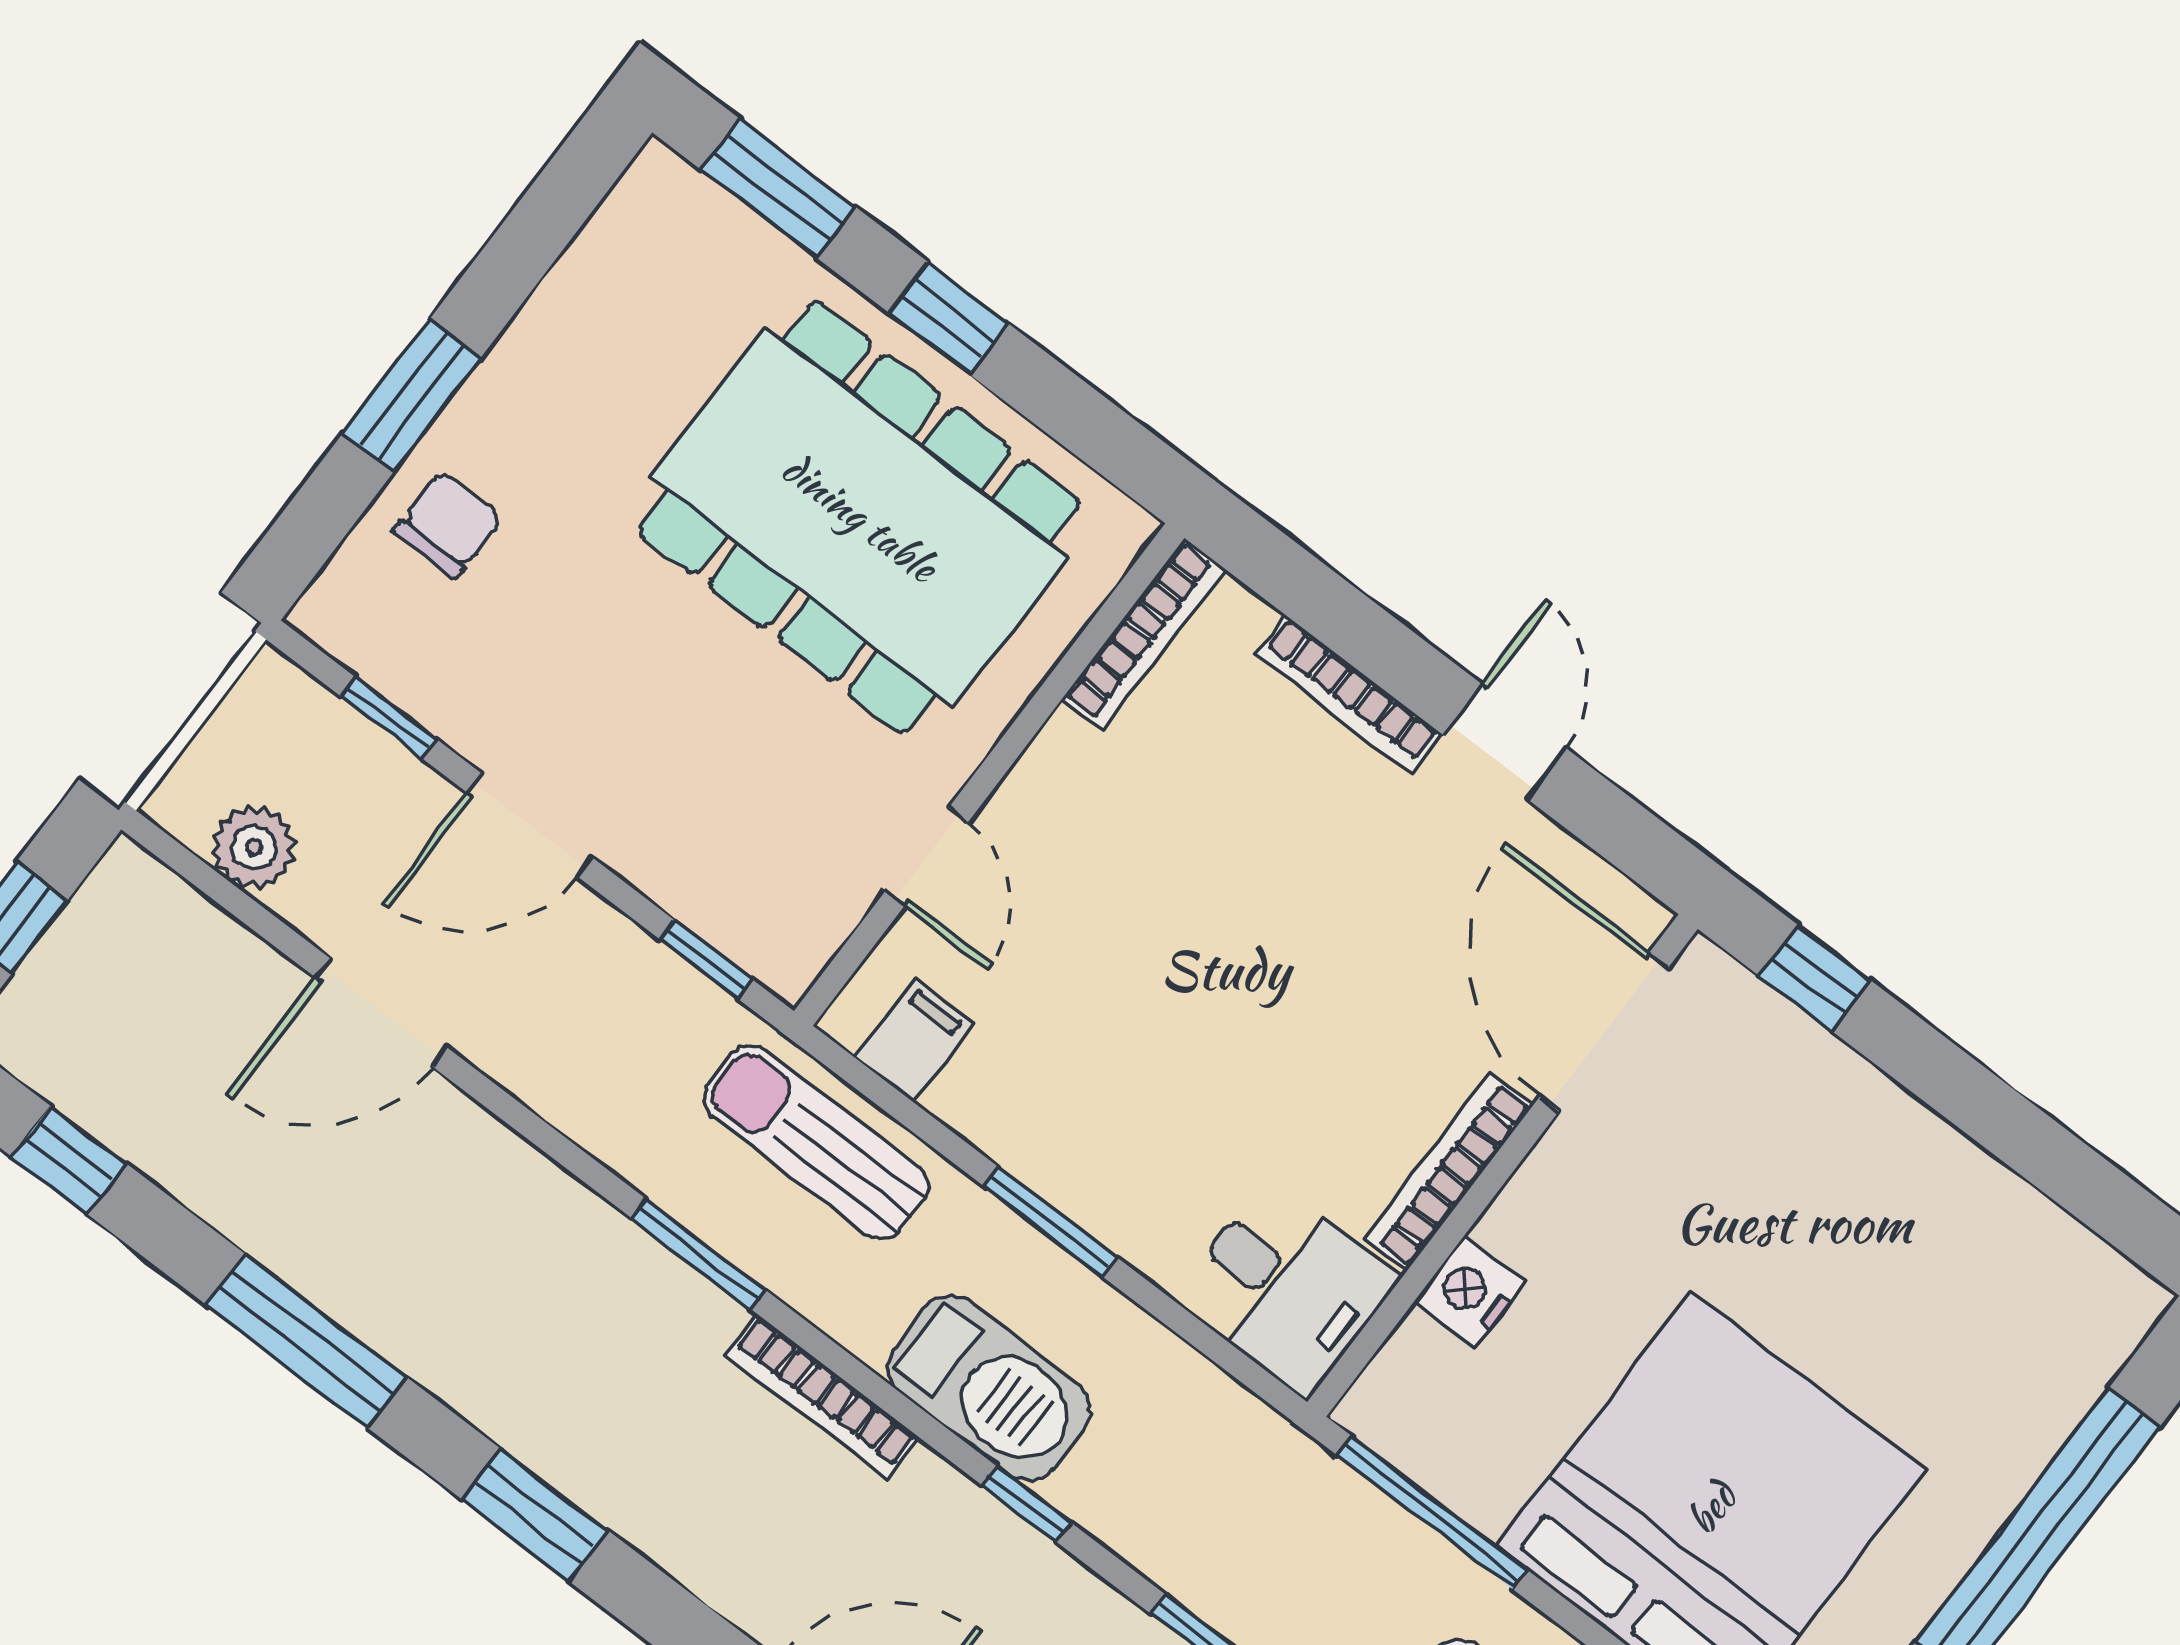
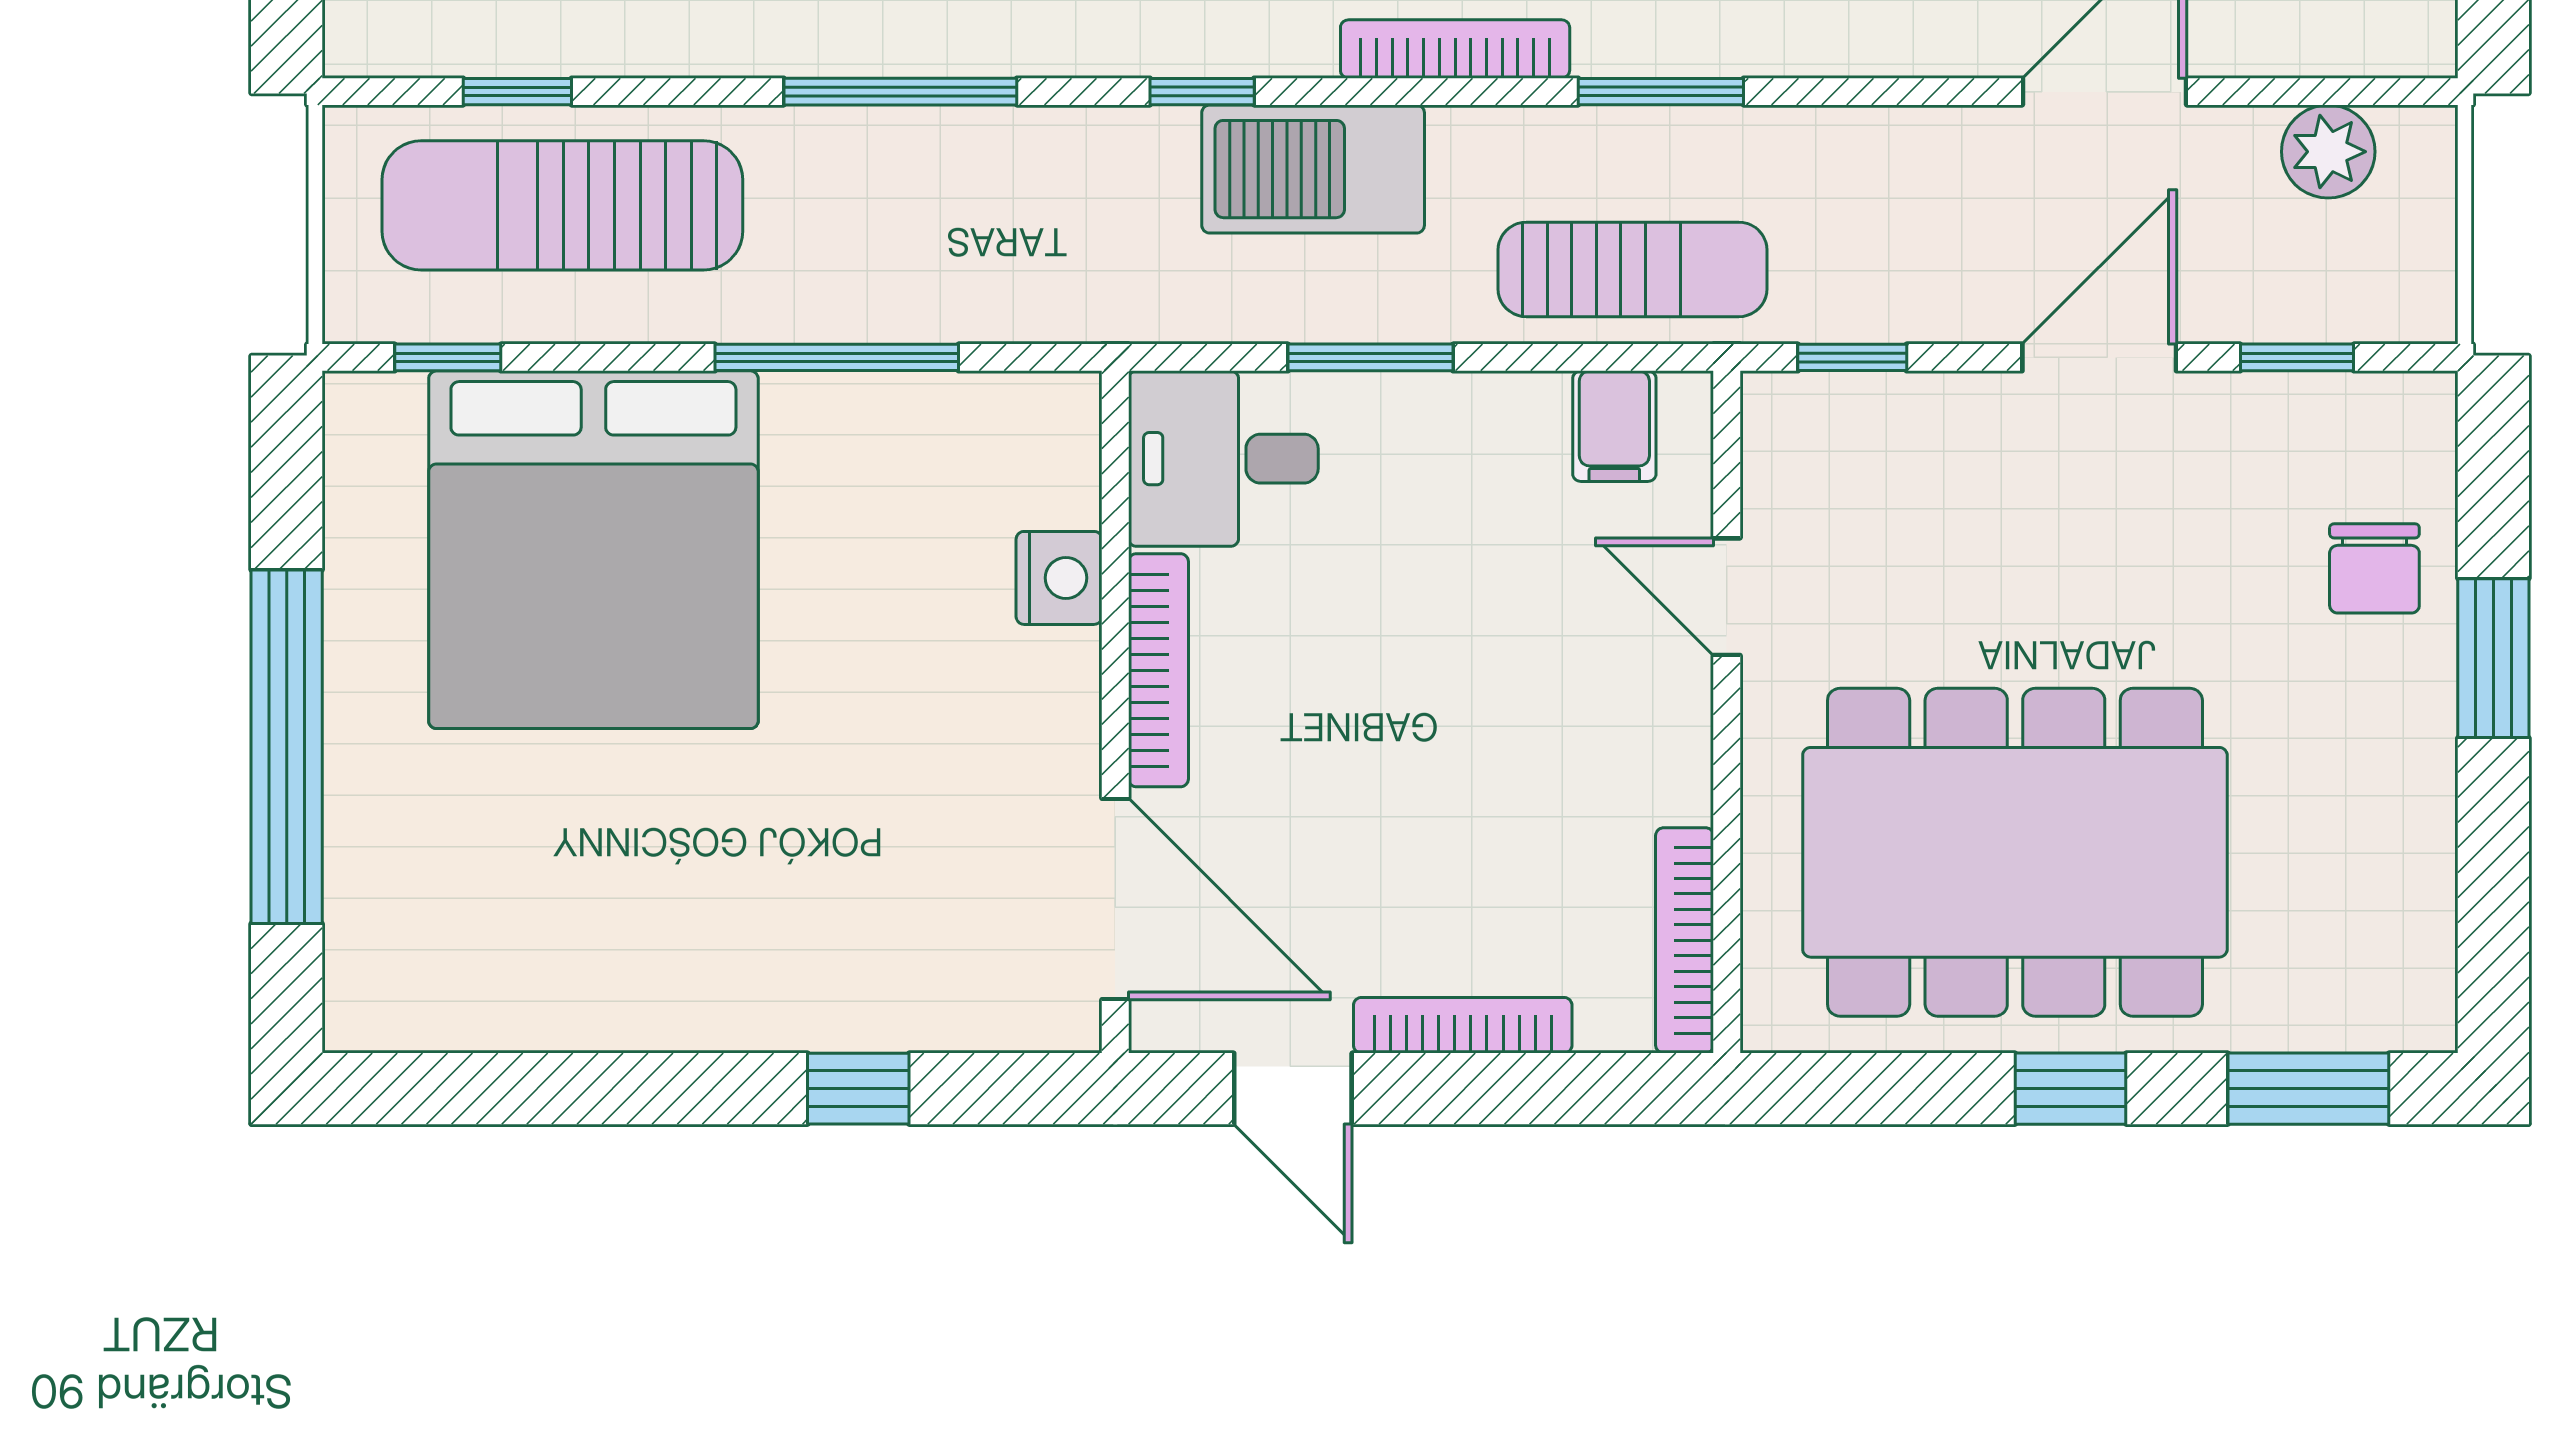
door: (1604, 1032) -> (1115, 899), moved
wall: (1502, 1166) -> (1115, 712), moved
bookcase: (1449, 1172) -> (1158, 670), moved
desk: (1287, 1288) -> (1223, 459), moved
nightstand: (1470, 1292) -> (1059, 578), moved

